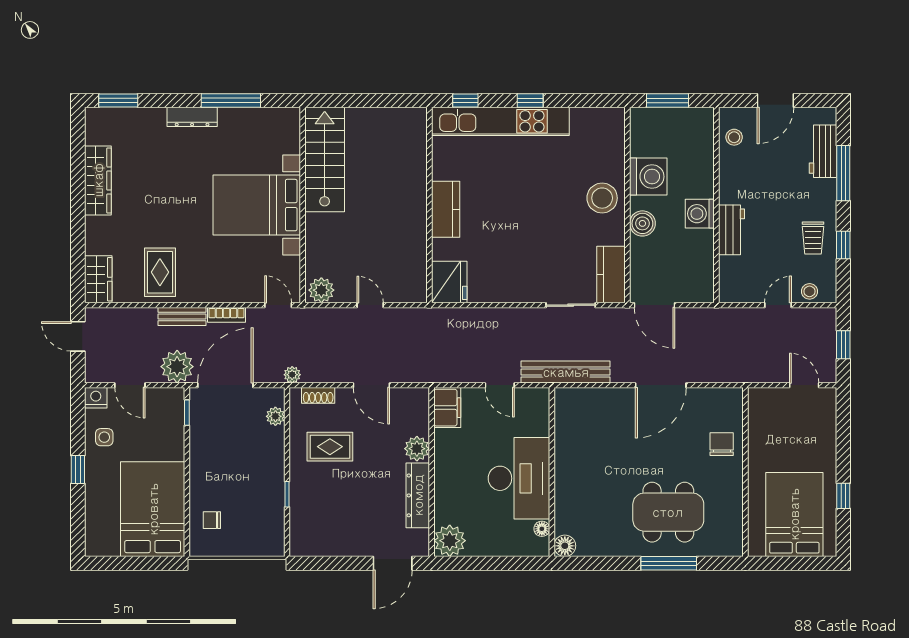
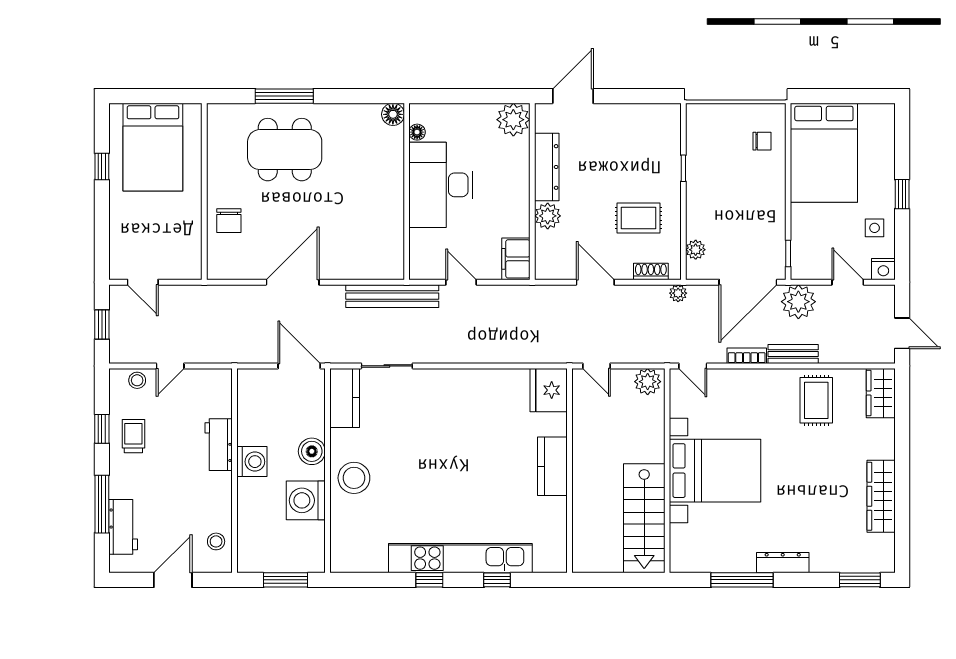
wall: (429, 205) -> (569, 471), moved
kitchen counter: (446, 209) -> (552, 466), moved
fridge: (449, 282) -> (549, 390), moved

